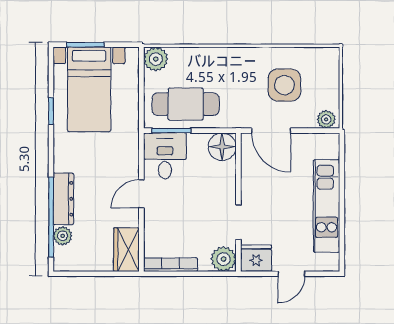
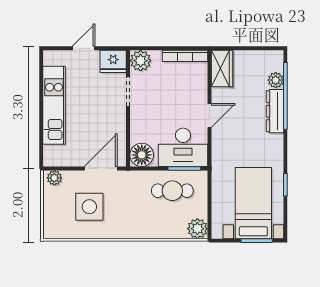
cafe table: (186, 104) -> (172, 191), width x0.73, depth x0.74
door: (271, 131) -> (101, 168), hinge flipped
desk: (165, 156) -> (183, 147), width x1.37

